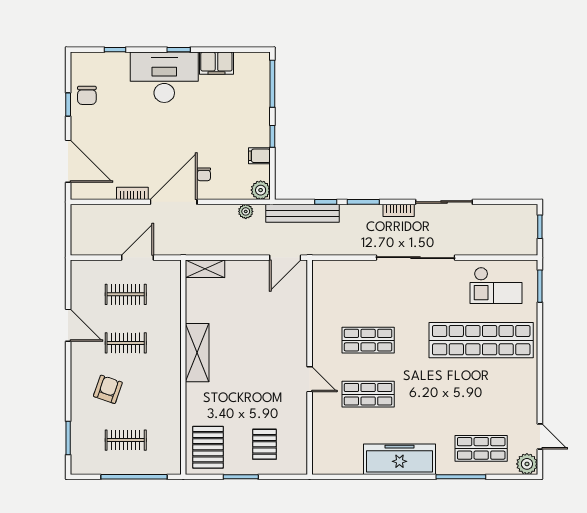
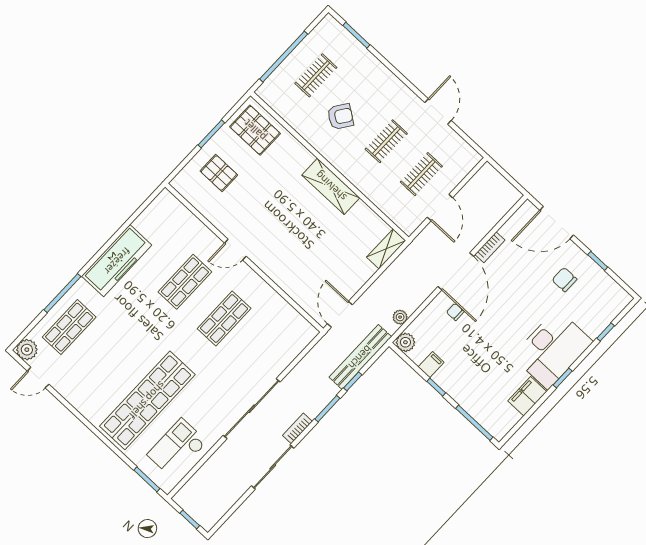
chair: (87, 95) -> (564, 280), moved
door: (68, 325) -> (438, 112), swing flipped
armchair: (108, 389) -> (340, 117), moved, turned -74

